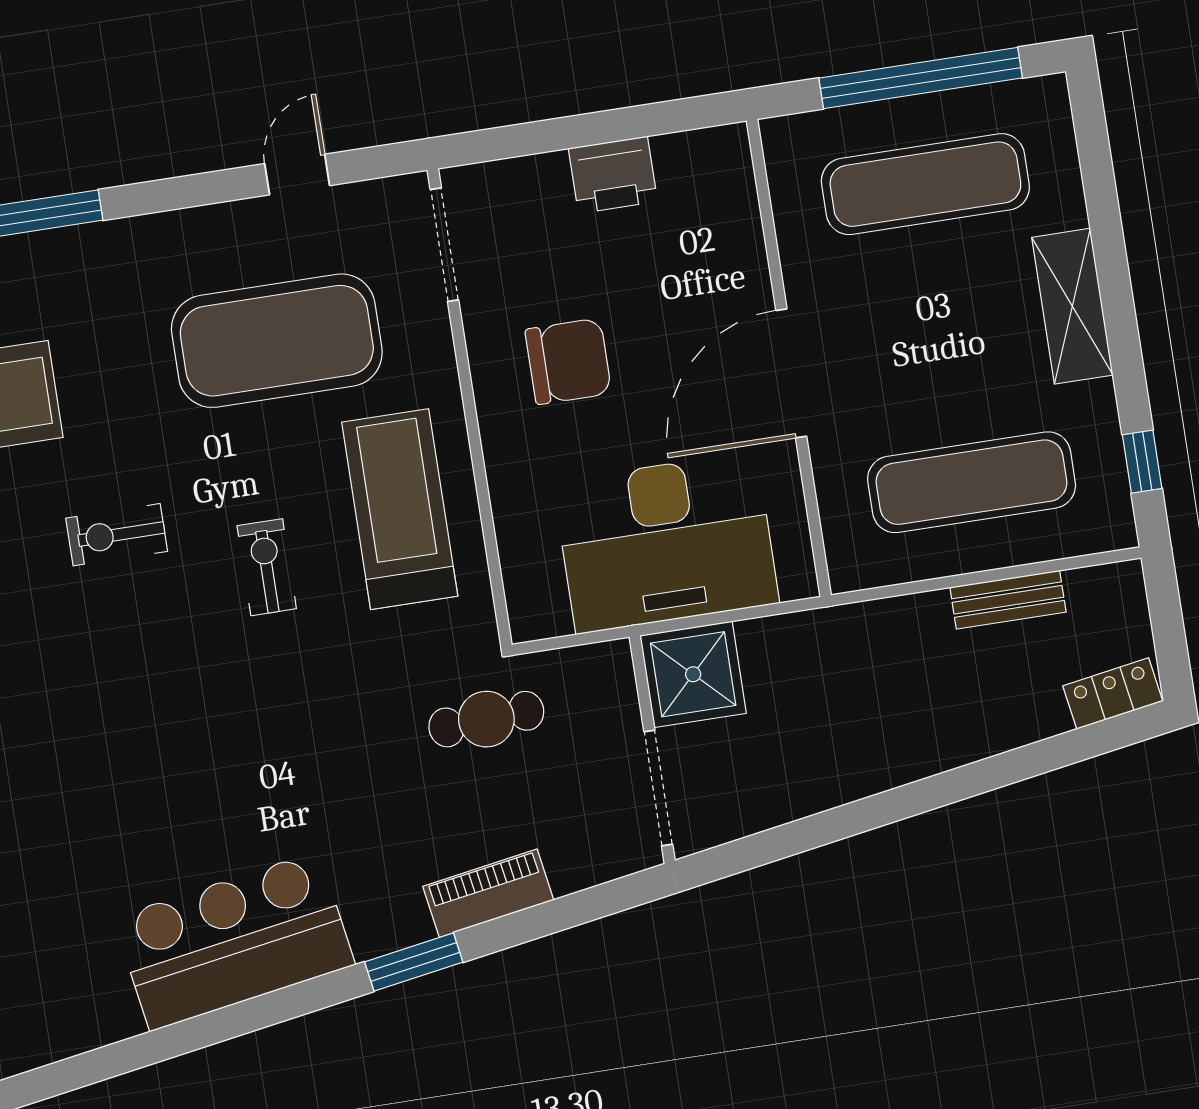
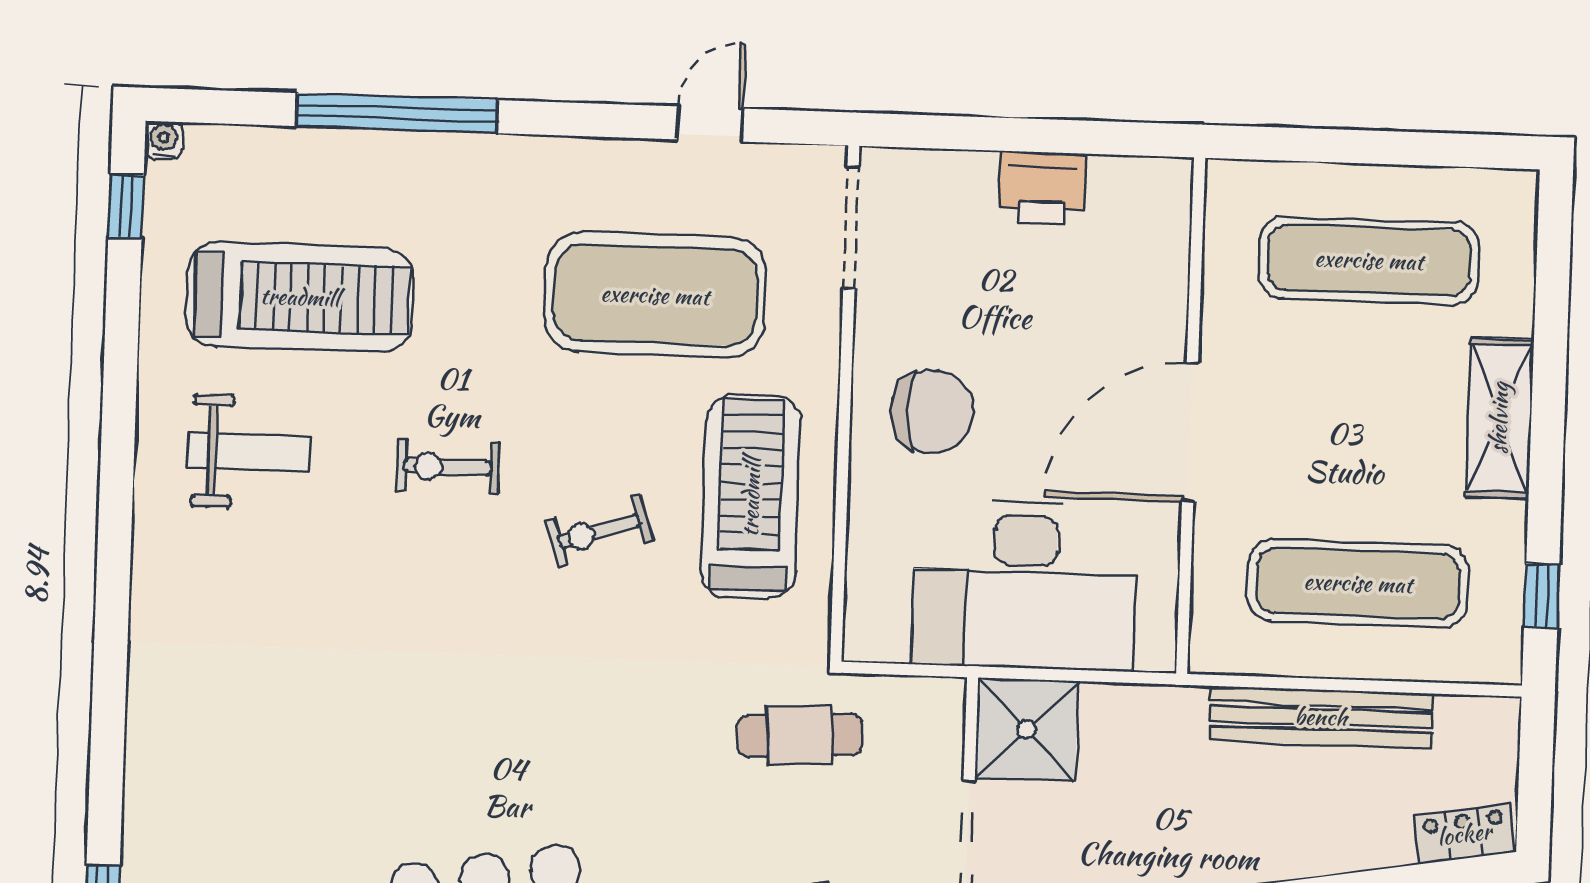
window: (921, 78) -> (1386, 148), removed
chair: (568, 361) -> (932, 411), moved
exercise bike: (267, 567) -> (599, 531), turned -108
bench: (1008, 600) -> (1321, 717), width x1.86, depth x1.21

